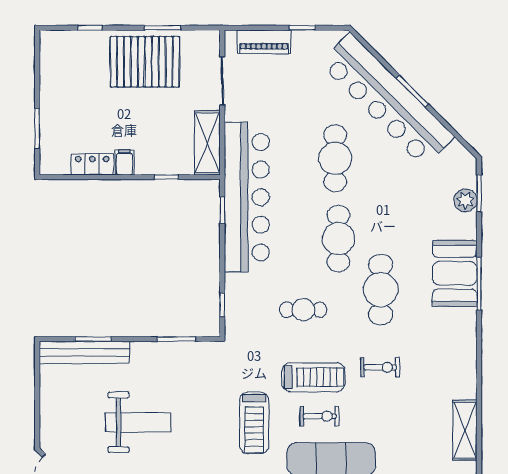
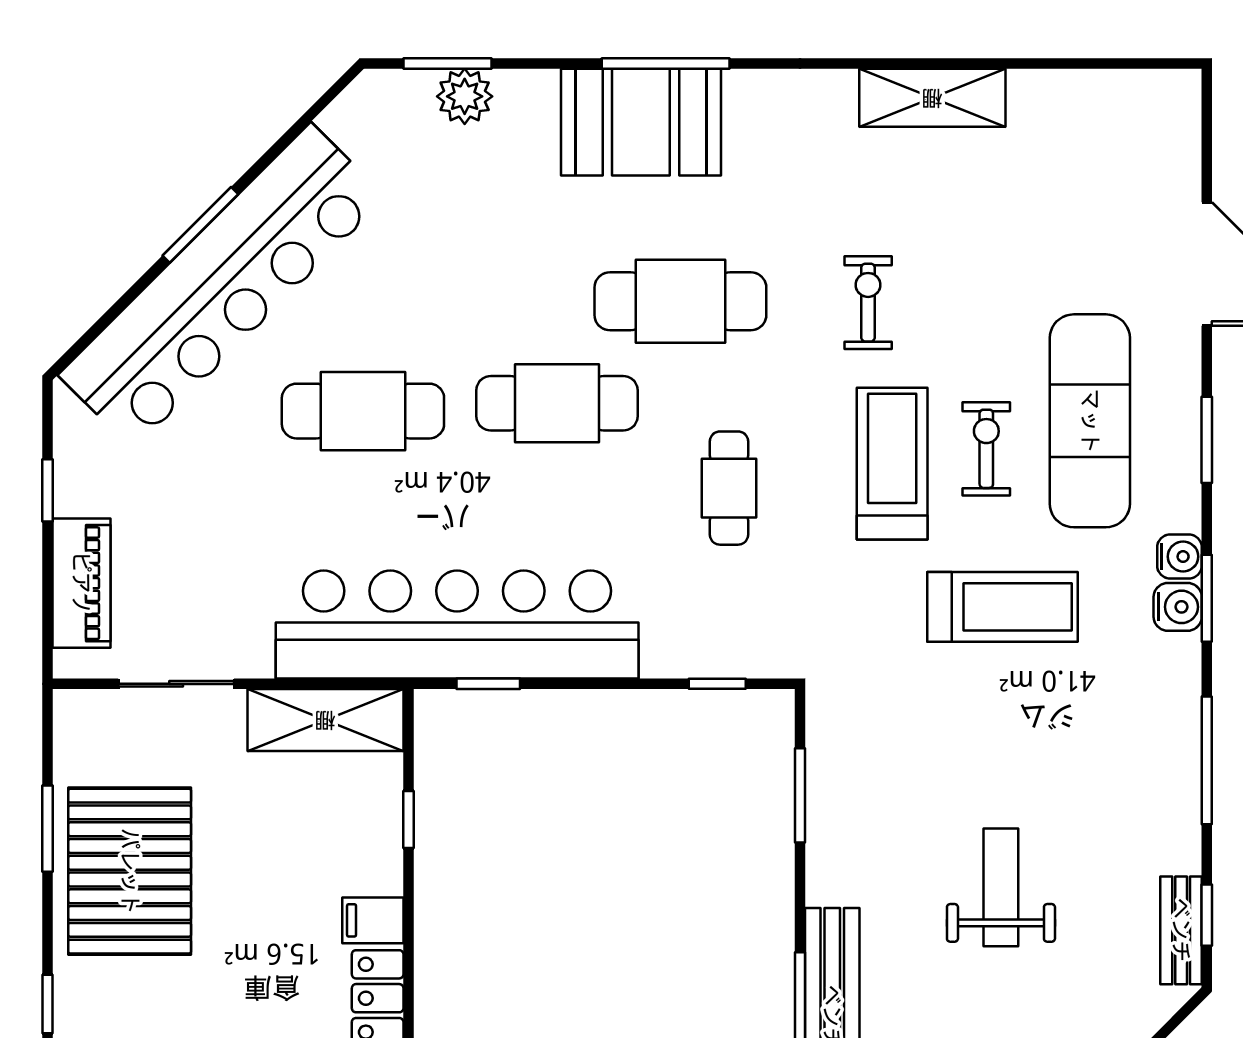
weight bench: (138, 422) -> (1001, 887), width x0.73, depth x0.75
shelving: (465, 430) -> (932, 98), moved

